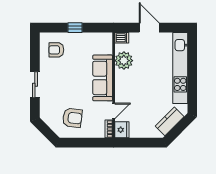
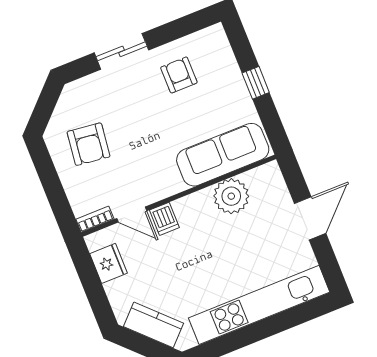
dishwasher: (122, 38) -> (164, 219), moved
armchair: (56, 50) -> (179, 75), moved
sofa: (103, 78) -> (223, 155), moved
fridge: (122, 130) -> (108, 263), moved, turned -90

